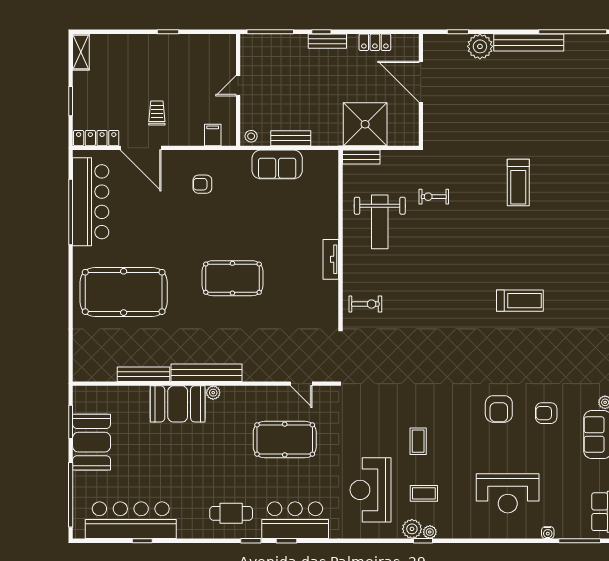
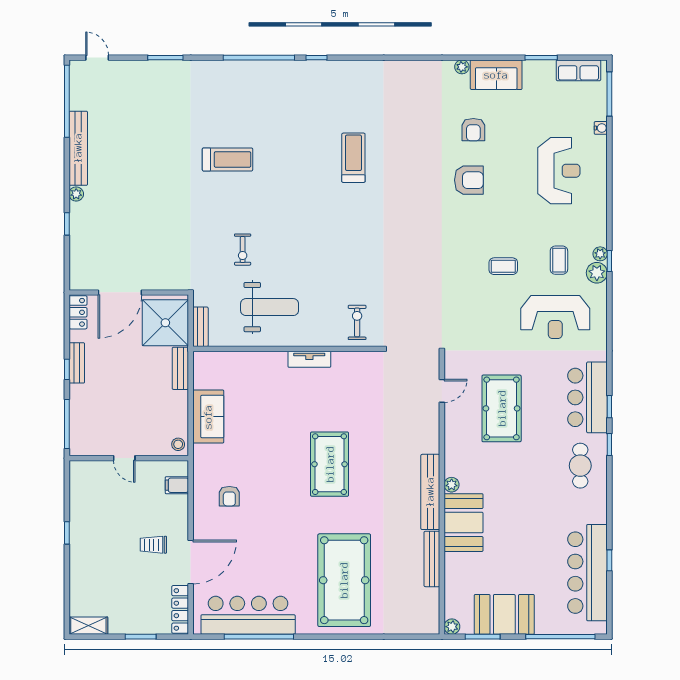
plant: (480, 46) -> (76, 194), width x0.53, depth x0.53
door: (421, 82) -> (120, 292), moved
wall: (421, 90) -> (129, 292), moved
bench: (291, 138) -> (180, 368), moved
plant: (80, 393) -> (452, 627), added

